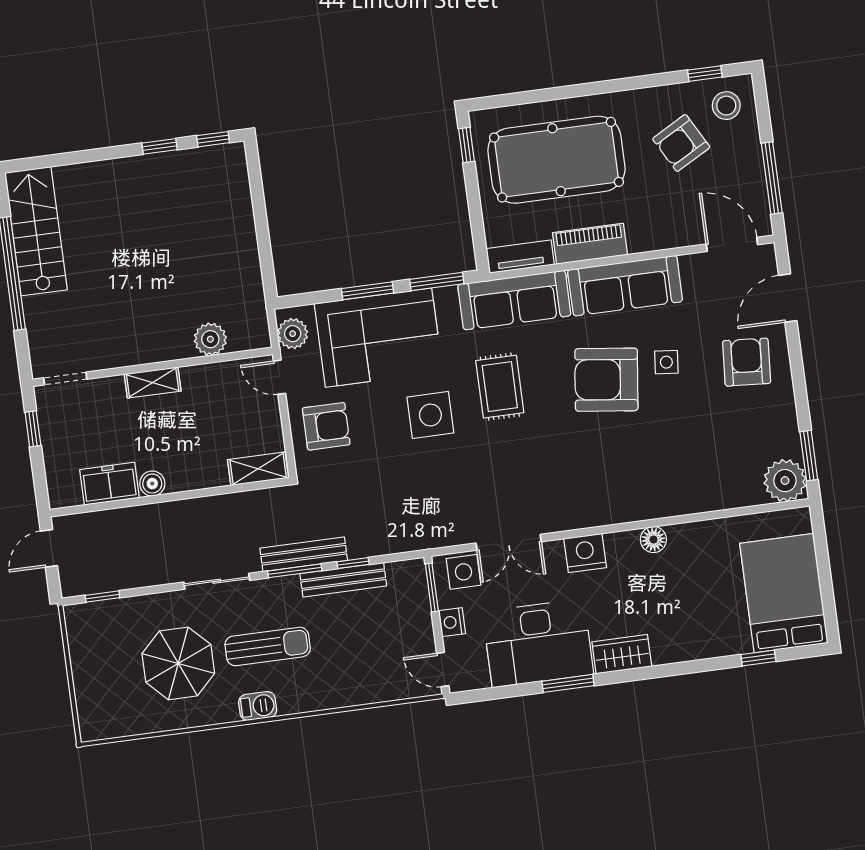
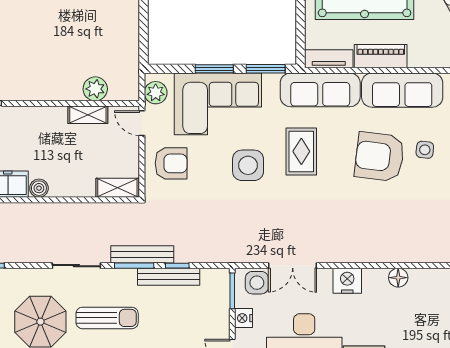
shelving: (153, 383) -> (88, 115), moved

